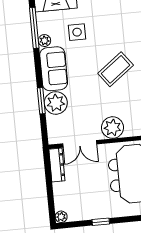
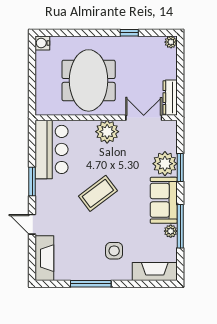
window: (34, 28) -> (180, 226), moved
side table: (77, 32) -> (114, 251), moved

